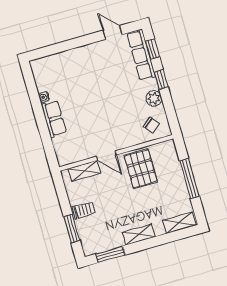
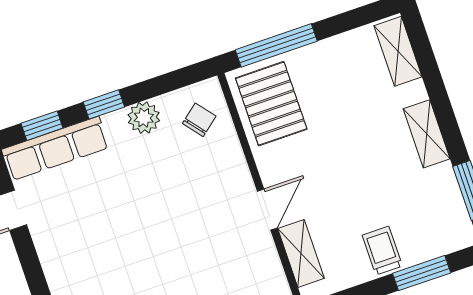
pallet: (141, 169) -> (271, 104), moved, turned 90
window: (189, 179) -> (276, 45), moved

